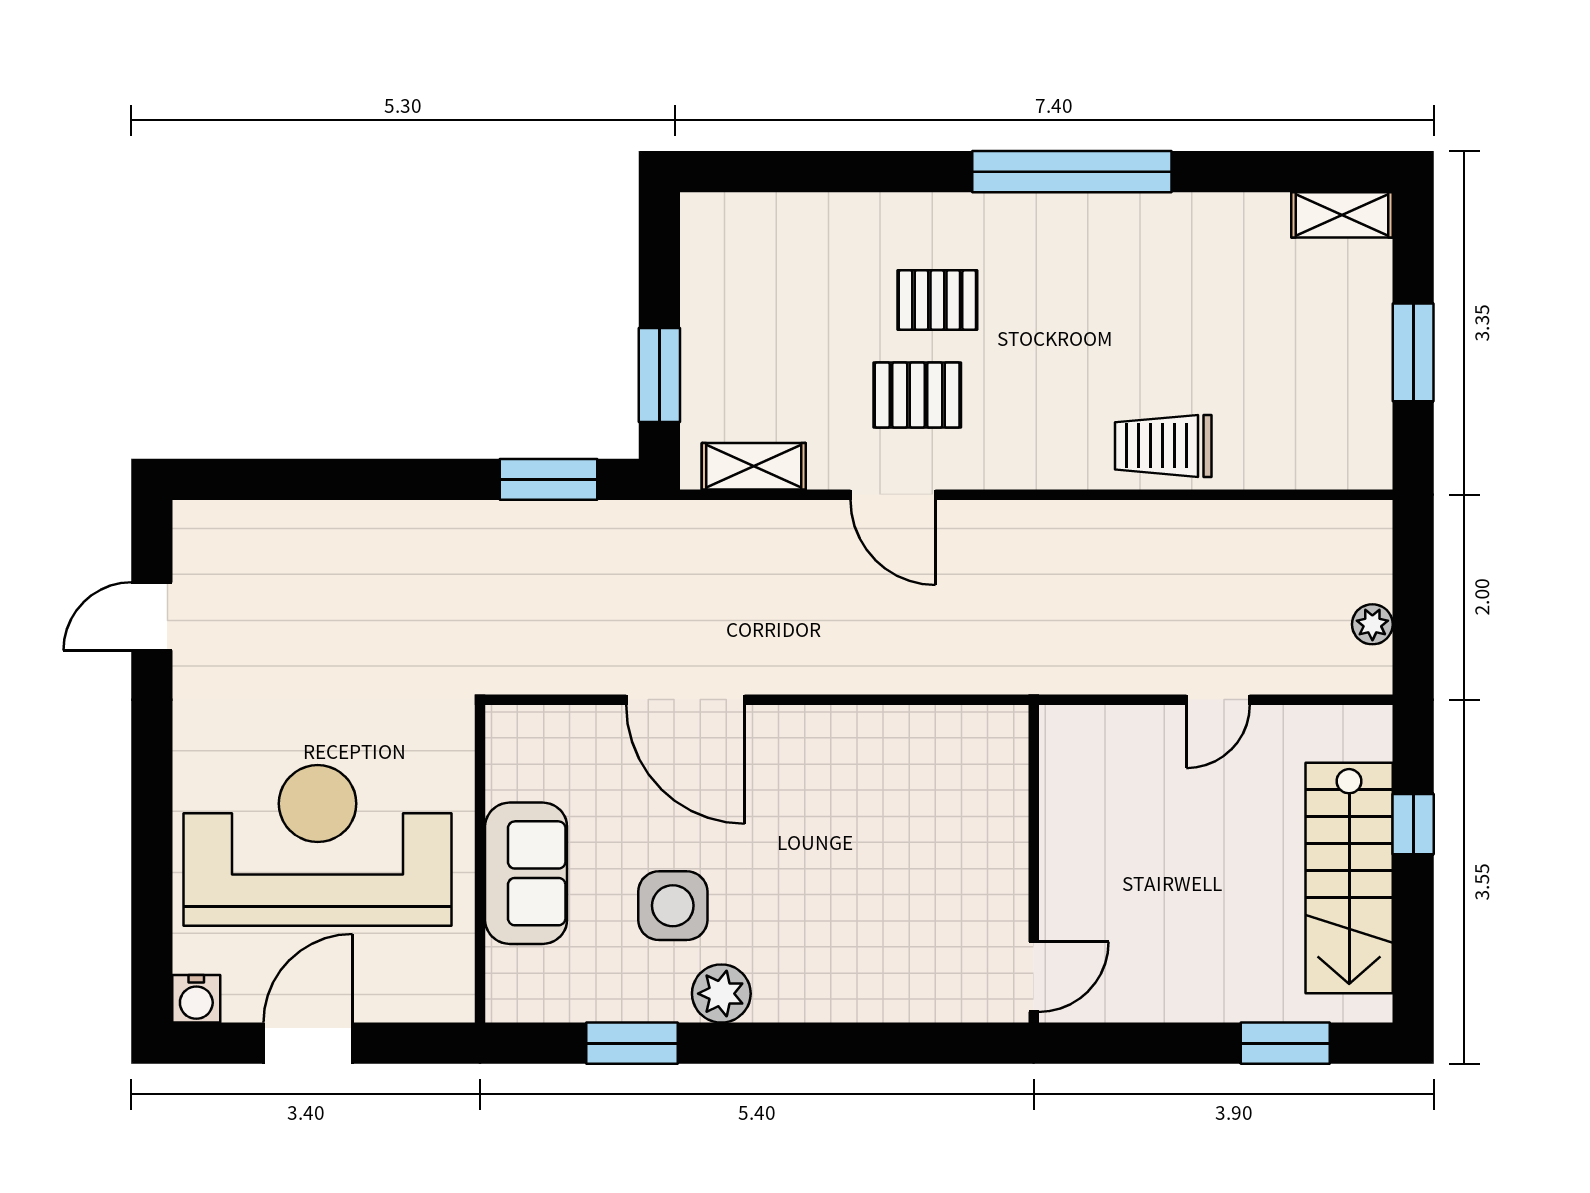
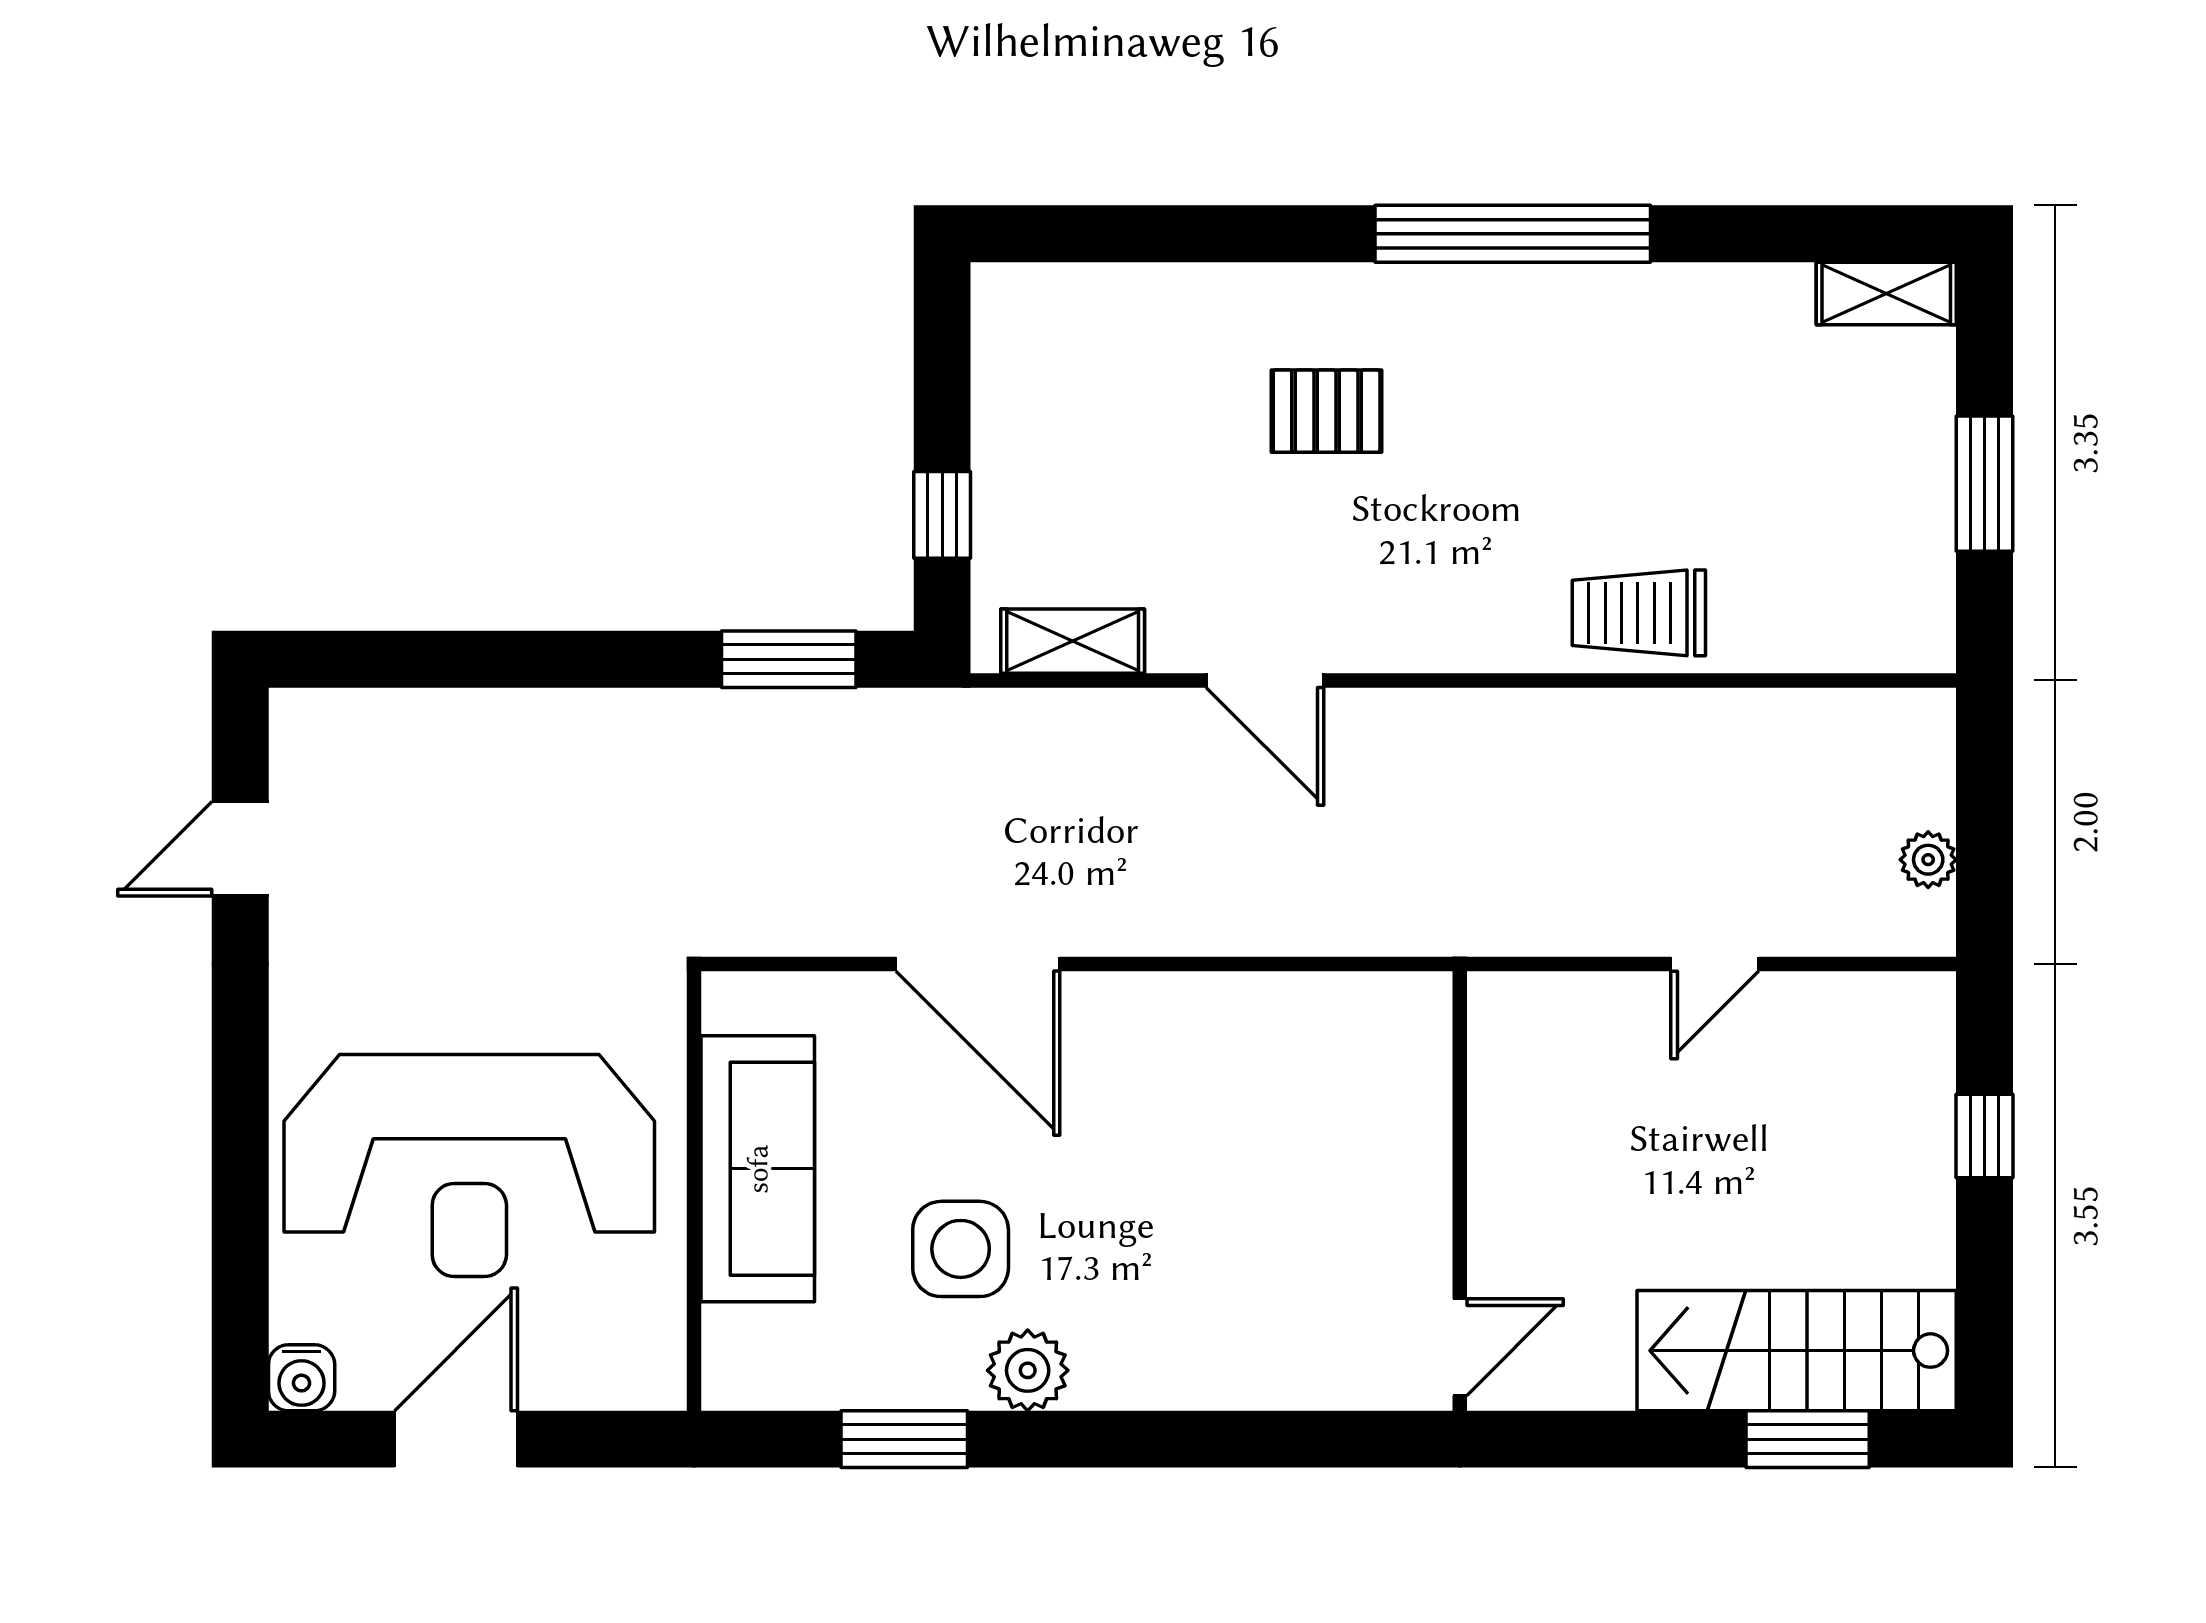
window: (659, 375) -> (942, 515), width x0.67
pallet: (917, 395) -> (1299, 543), removed
reception desk: (318, 845) -> (469, 1165), turned 180
sofa: (526, 873) -> (758, 1169), width x1.36
stairs: (1349, 878) -> (1797, 1351), moved, turned 90

